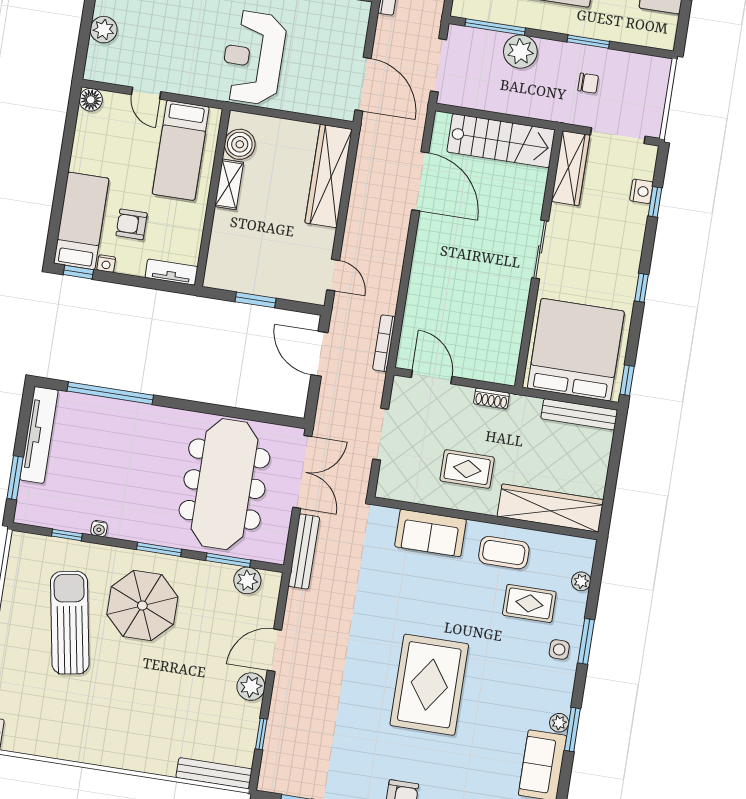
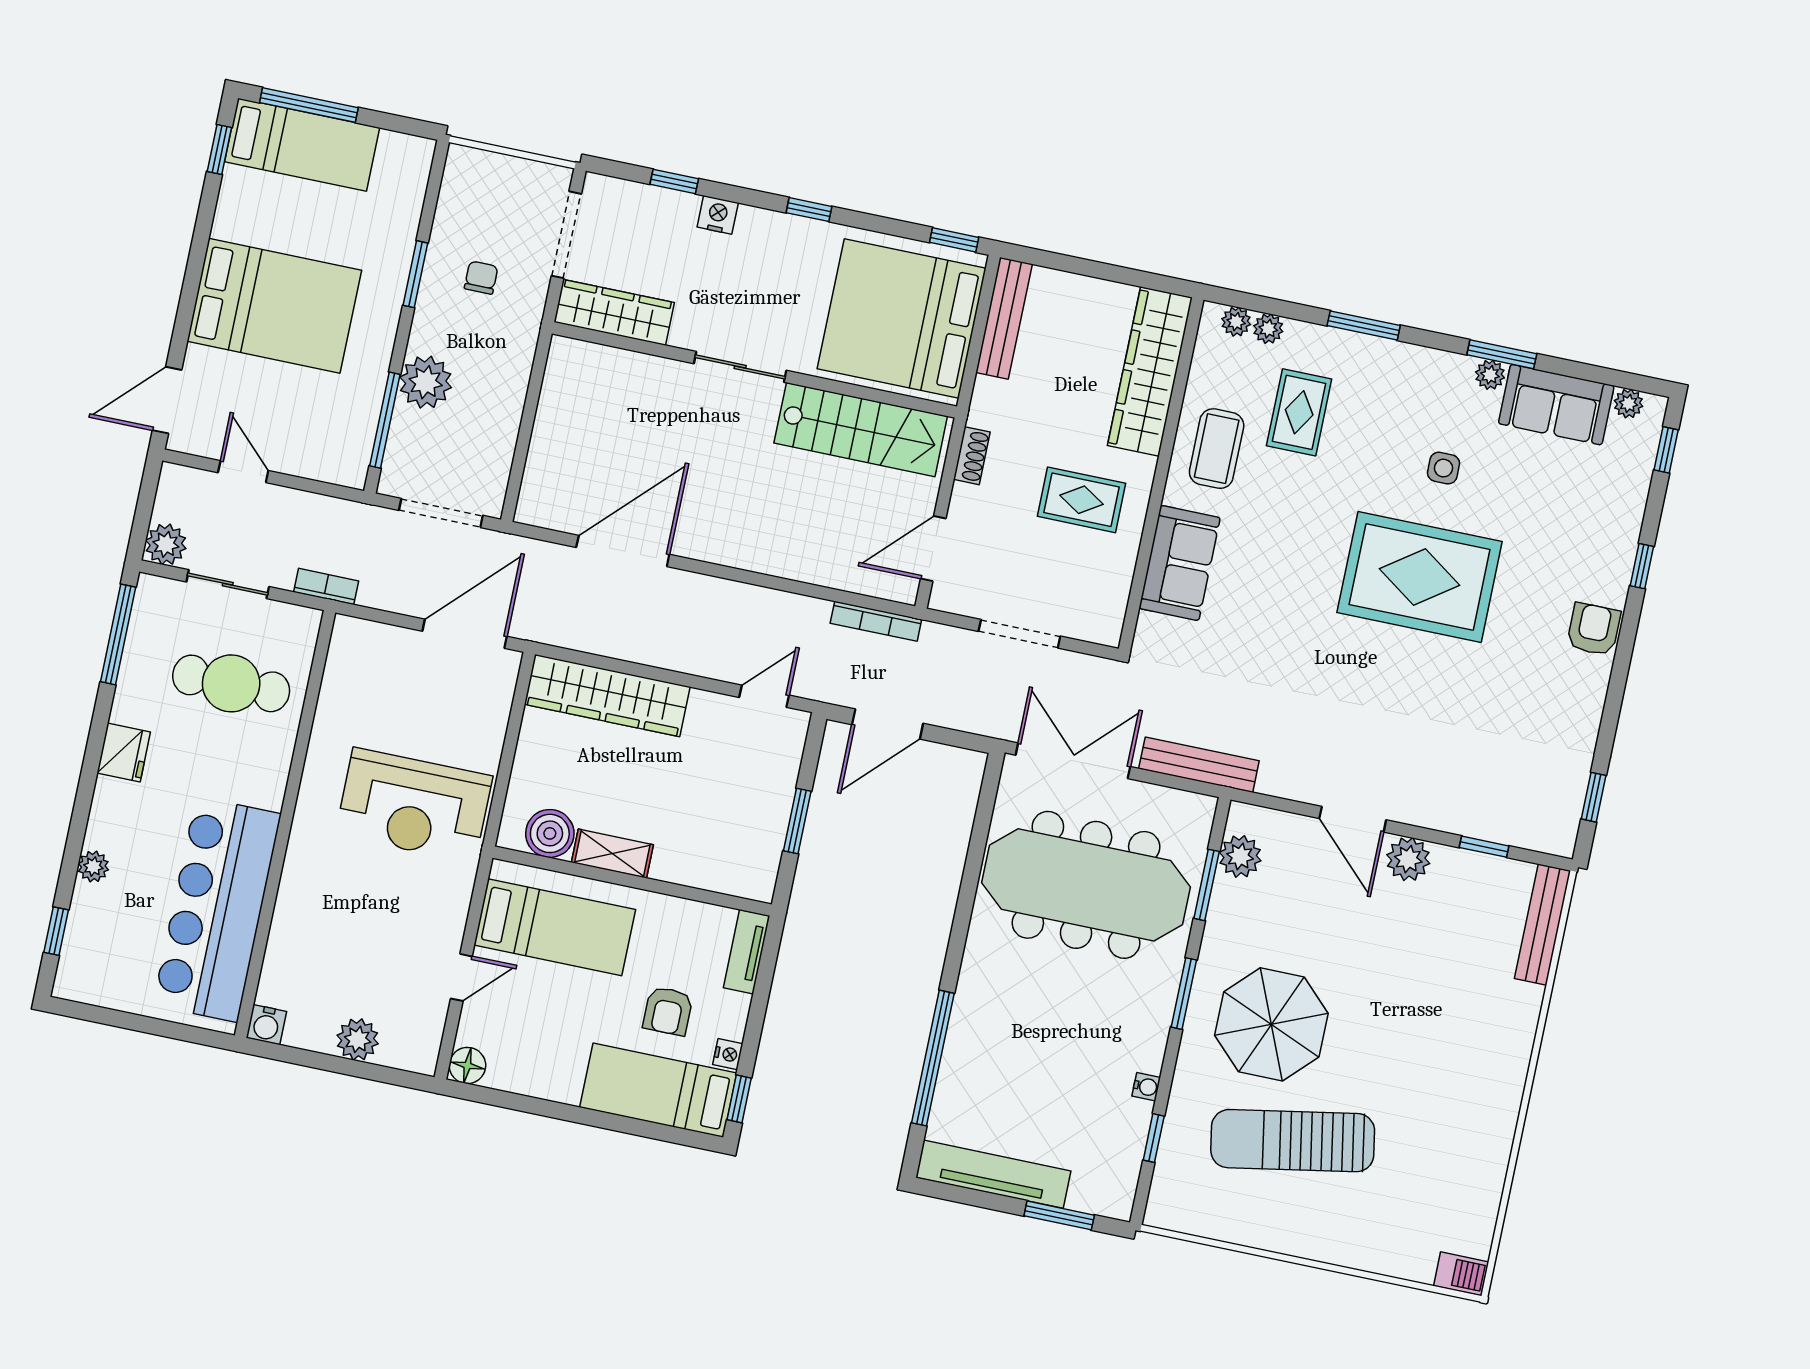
stairs: (501, 141) -> (861, 430), moved, turned 90
nightstand: (641, 191) -> (718, 215), moved
rug: (467, 469) -> (1082, 500), turned 90
plant: (585, 561) -> (1236, 322), added
side table: (559, 650) -> (1443, 468), moved

